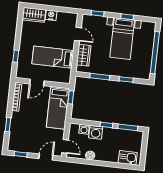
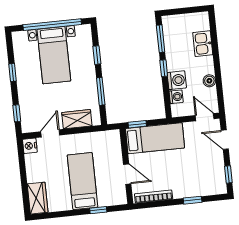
nightstand: (51, 15) -> (30, 146), moved
bed with nightstands: (122, 39) -> (54, 55), moved, turned 90
bed: (53, 57) -> (83, 181), moved, turned 180
door: (65, 146) -> (205, 117), hinge flipped
kitchen sink: (128, 158) -> (203, 44), moved

